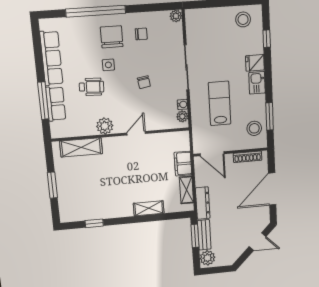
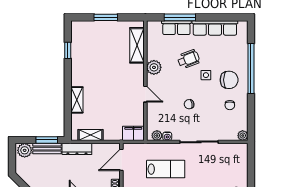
wheelchair: (91, 87) -> (188, 59), turned -114
filing cabinet: (183, 164) -> (133, 133), moved

